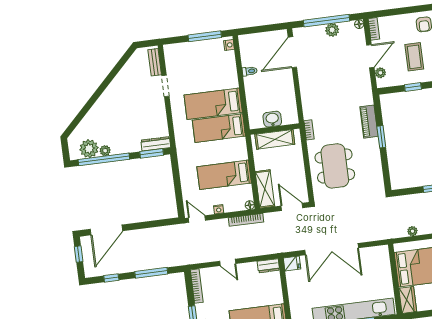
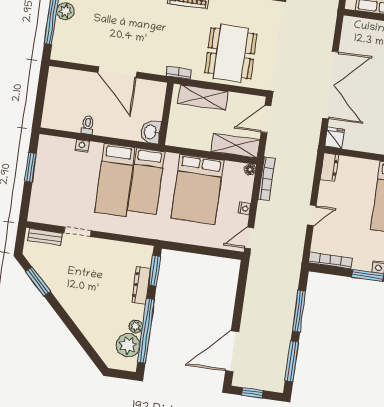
window: (205, 36) -> (30, 167), width x0.69
nightstand: (229, 45) -> (82, 146), moved
door: (292, 52) -> (117, 72), moved
window: (119, 66) -> (38, 282), added
washbasin: (272, 119) -> (151, 132), moved
shelving: (275, 139) -> (203, 97), moved, turned 90
dresser: (156, 144) -> (141, 285), moved
dining table: (335, 166) -> (231, 53), turned 90
bed: (224, 175) -> (197, 189), width x1.50
door: (106, 230) -> (232, 351), swing flipped
window: (111, 278) -> (292, 361), width x2.17

